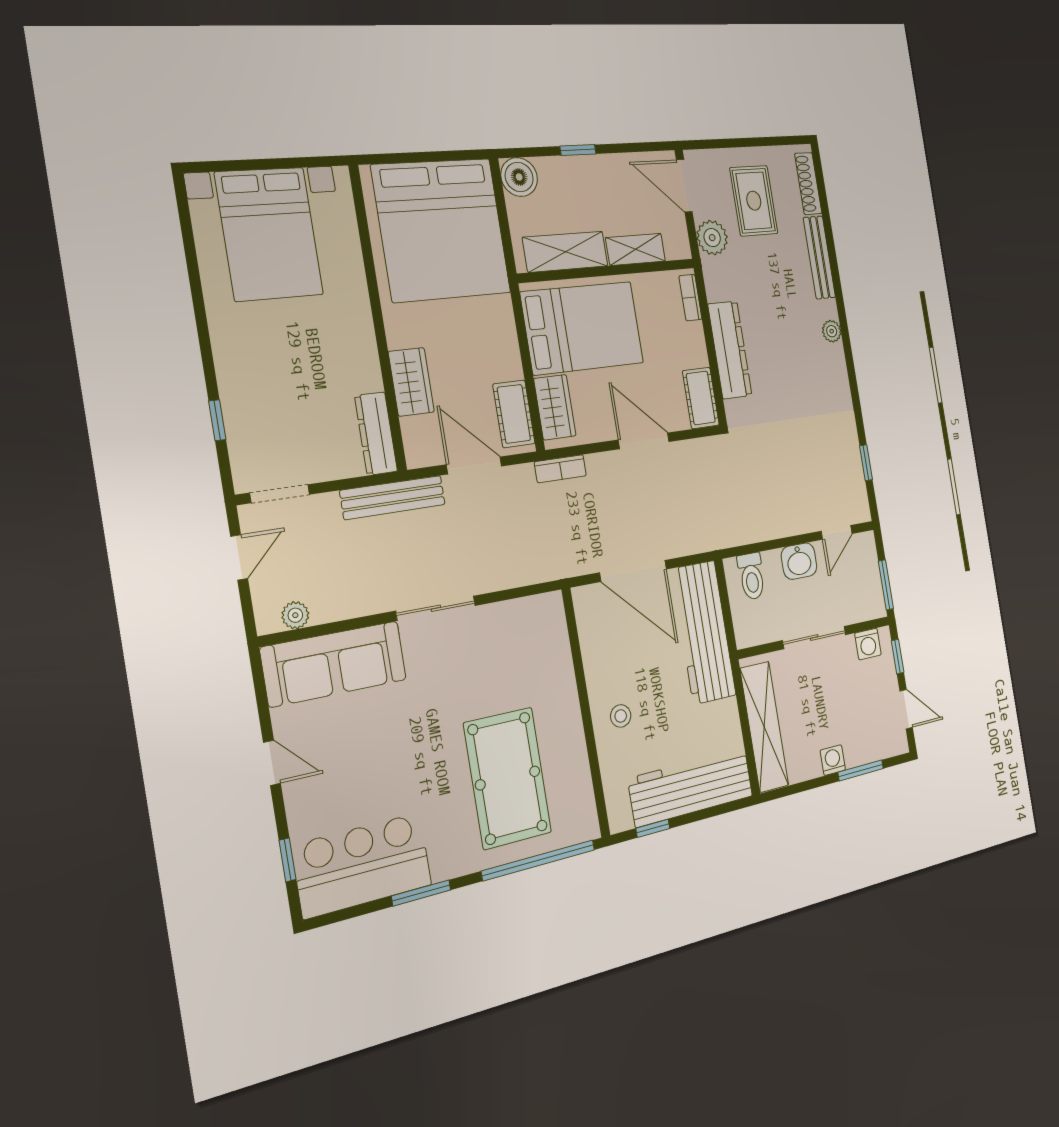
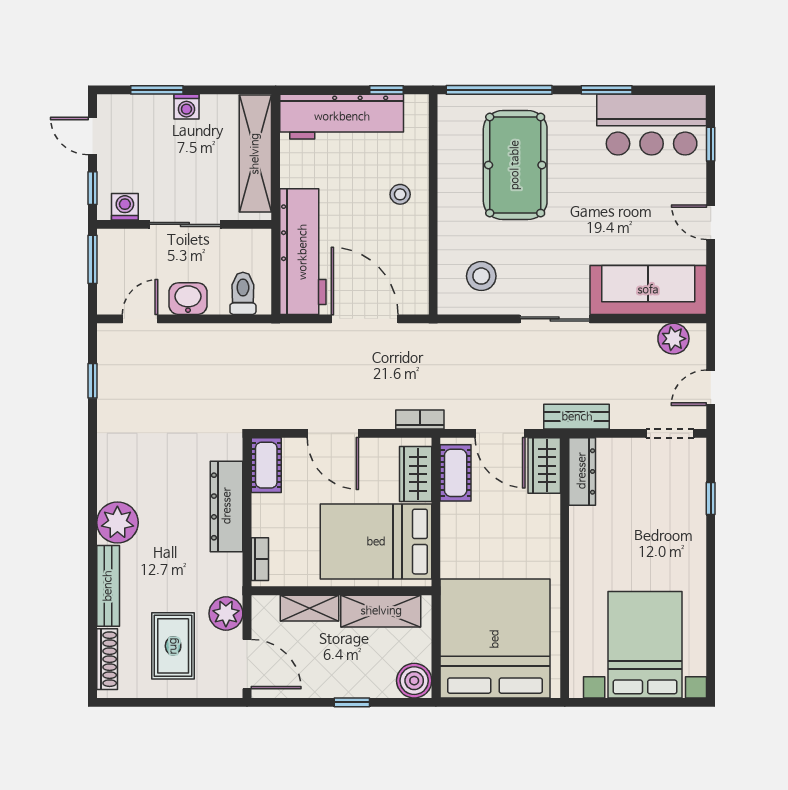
plant: (832, 331) -> (117, 523), width x1.88, depth x1.88
wardrobe: (411, 382) -> (544, 466), moved
bench: (393, 497) -> (577, 417), width x0.73
plant: (295, 615) -> (673, 339), width x1.38, depth x1.38
stool: (523, 642) -> (481, 276), added

